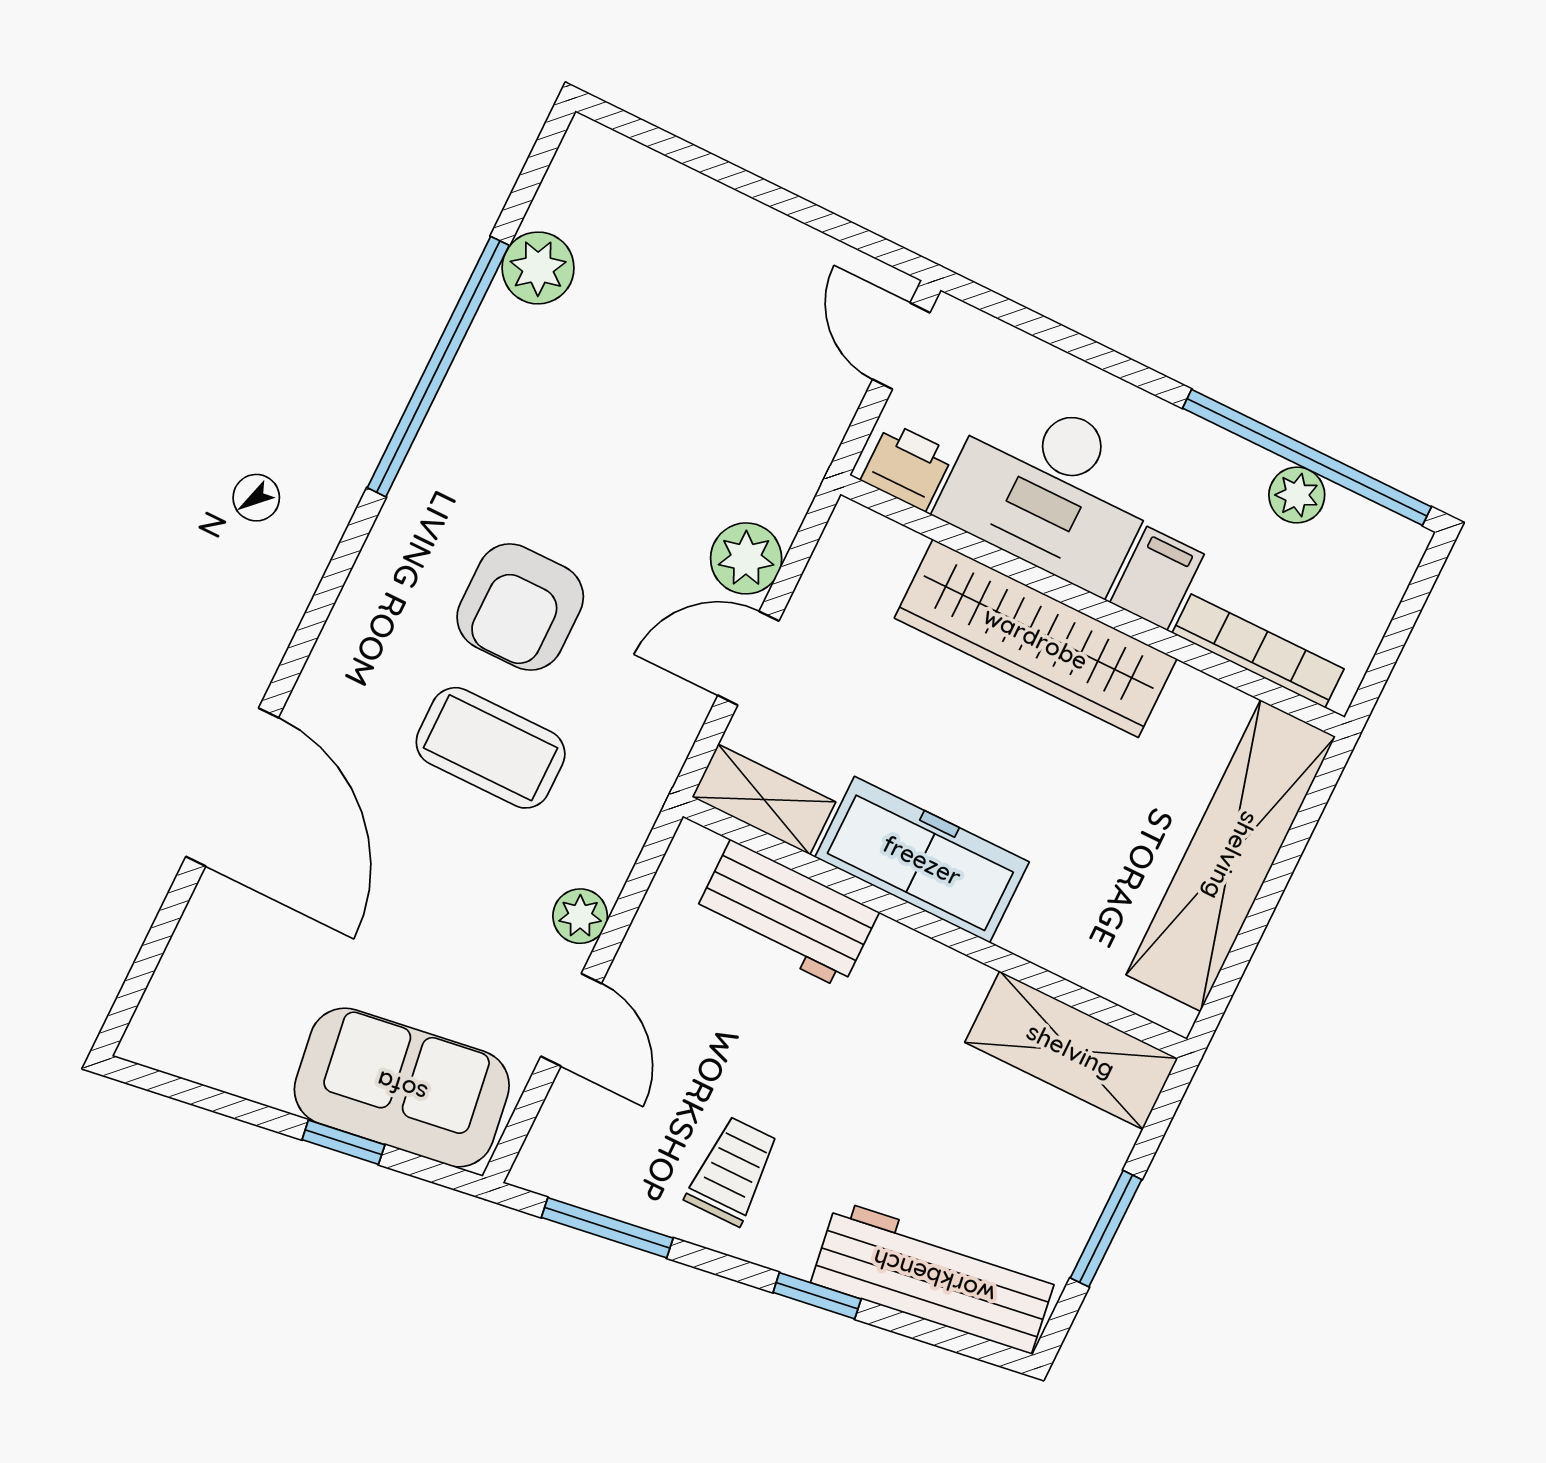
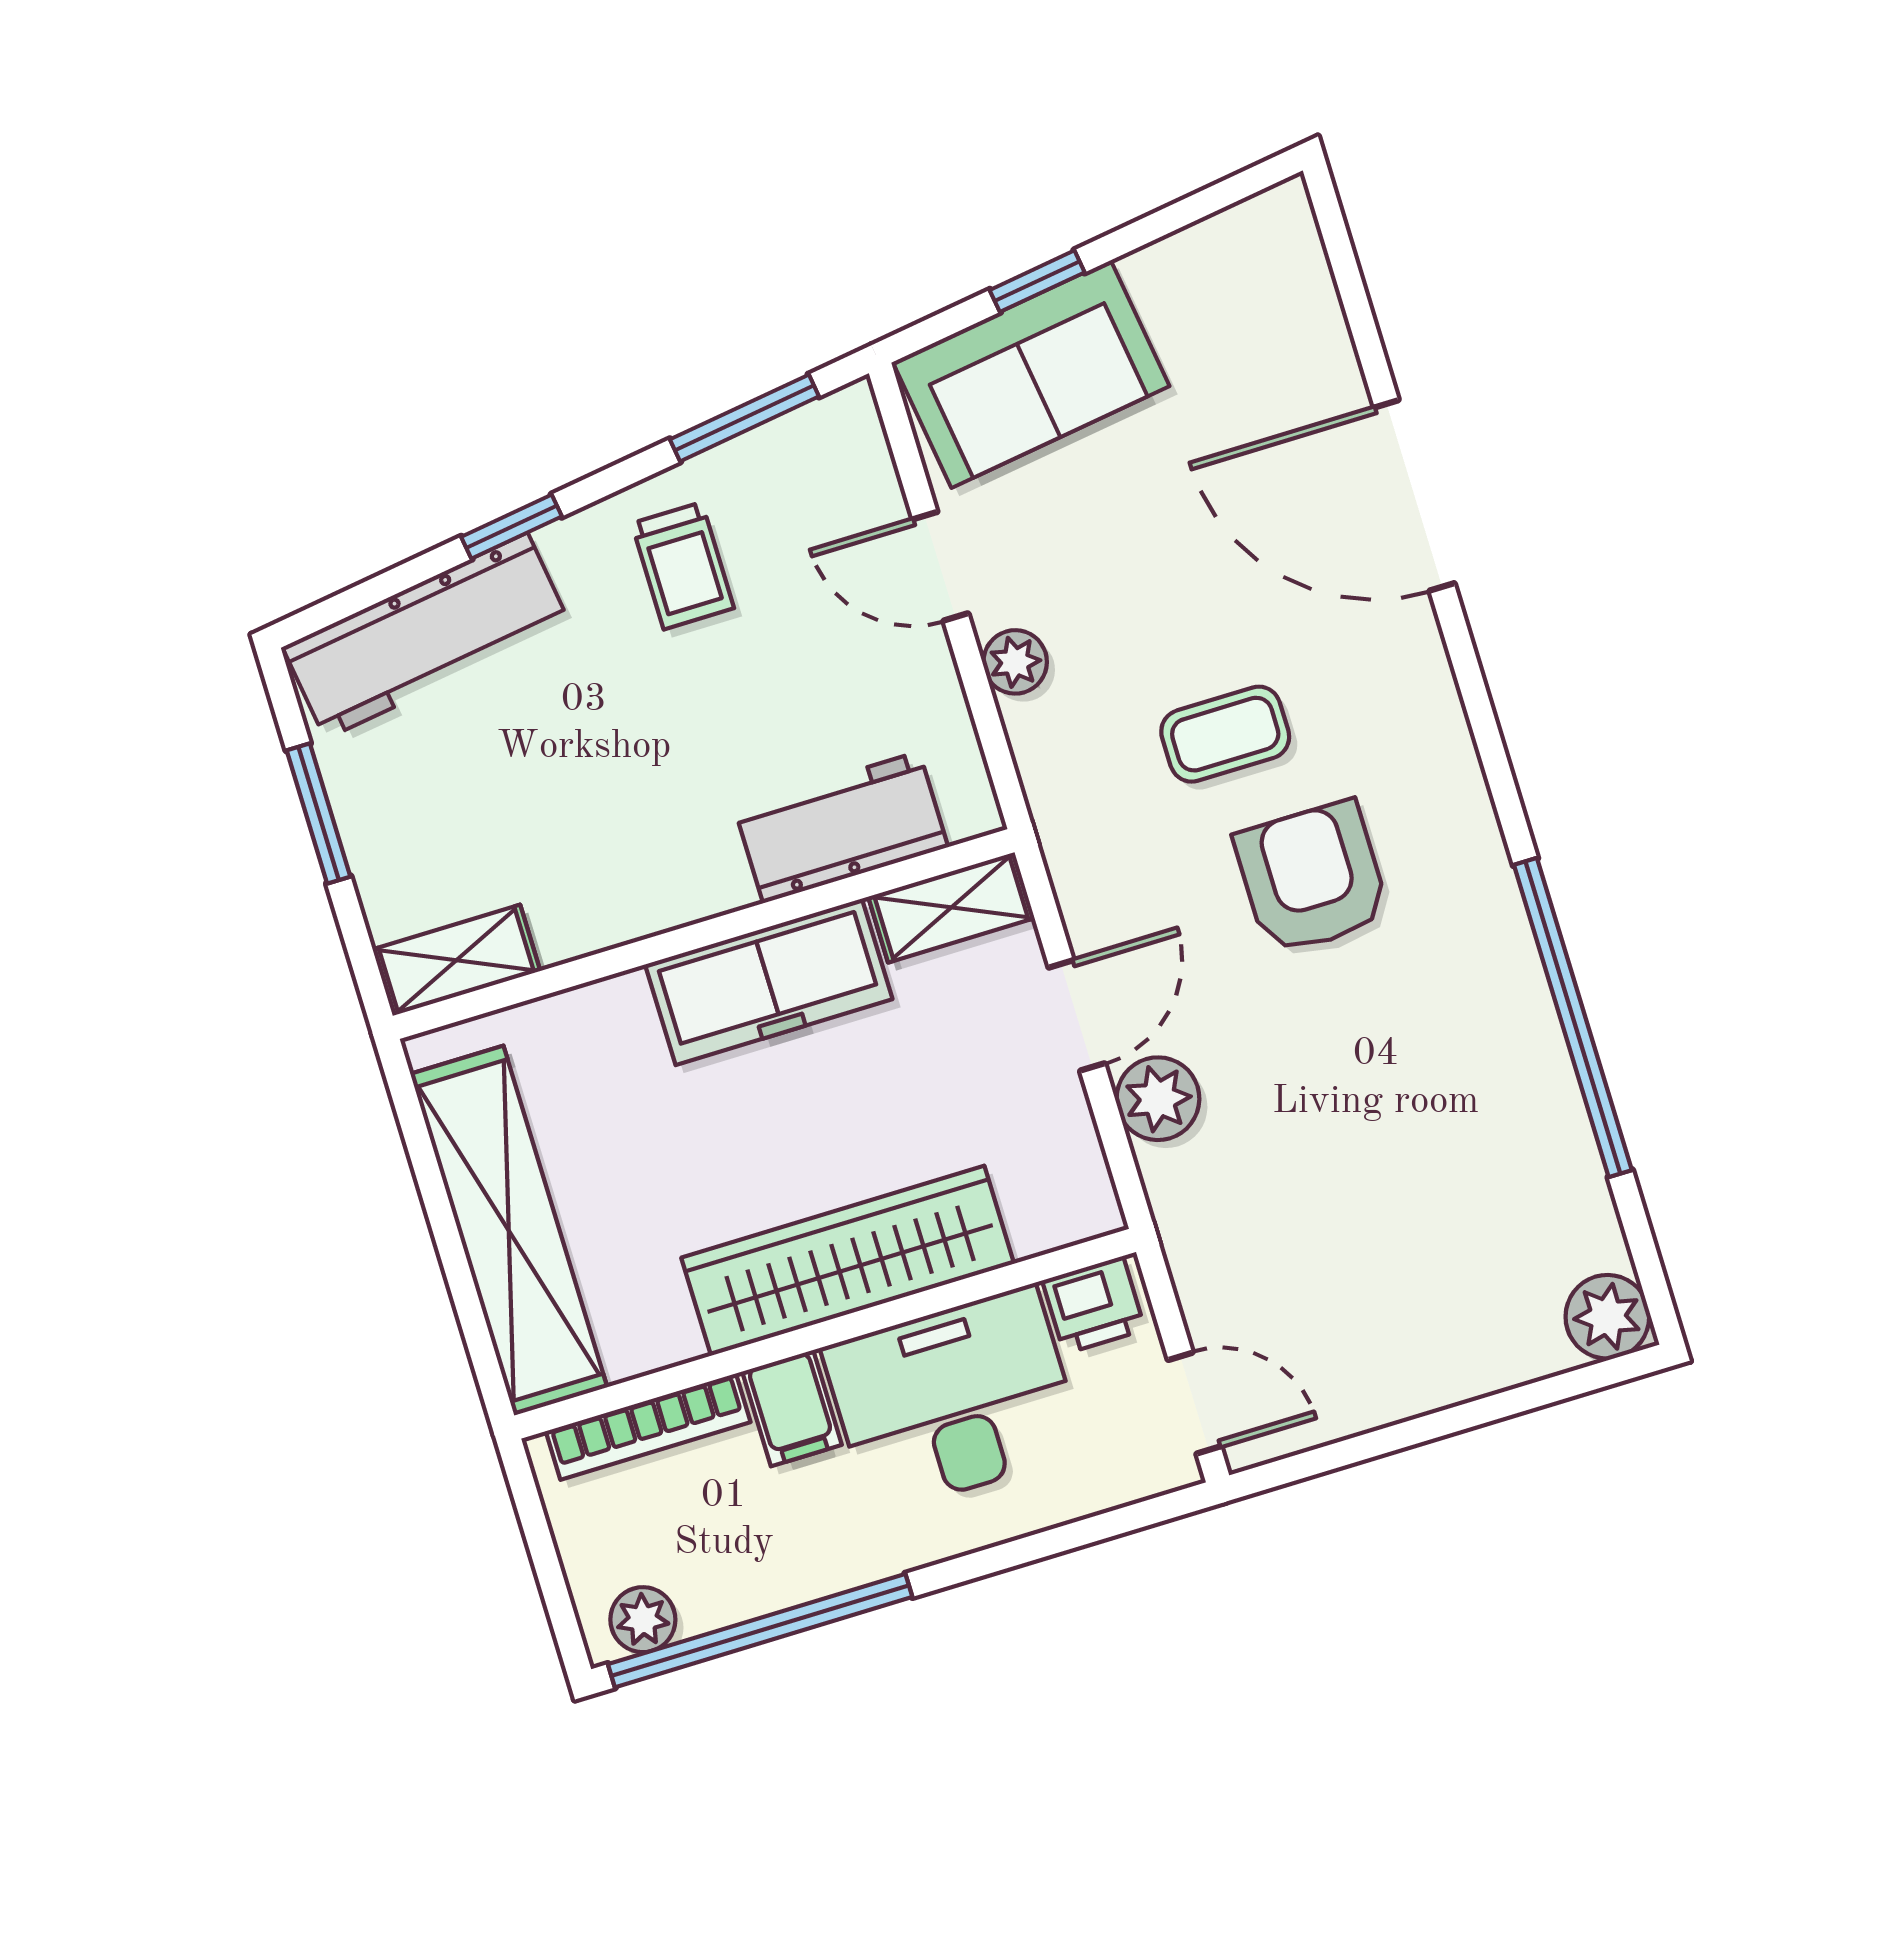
plant: (538, 268) -> (1607, 1317), moved
plant: (1297, 495) -> (643, 1620), moved
coffee table: (491, 748) -> (1225, 734), width x0.73, depth x0.77
shelving: (1071, 1050) -> (456, 960), width x0.67, depth x0.75

